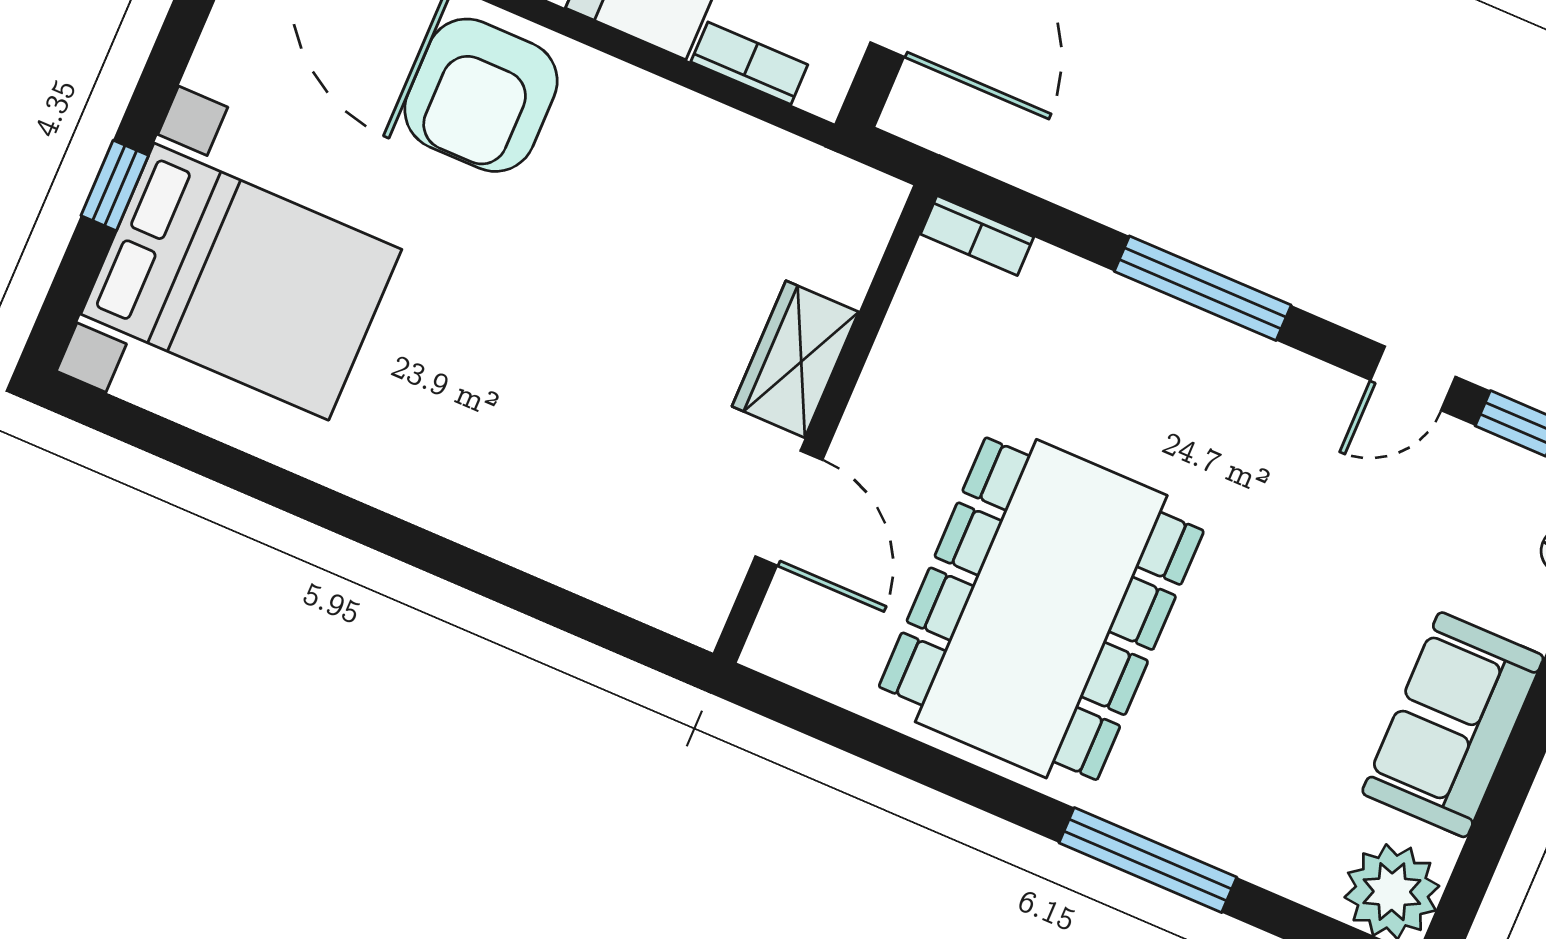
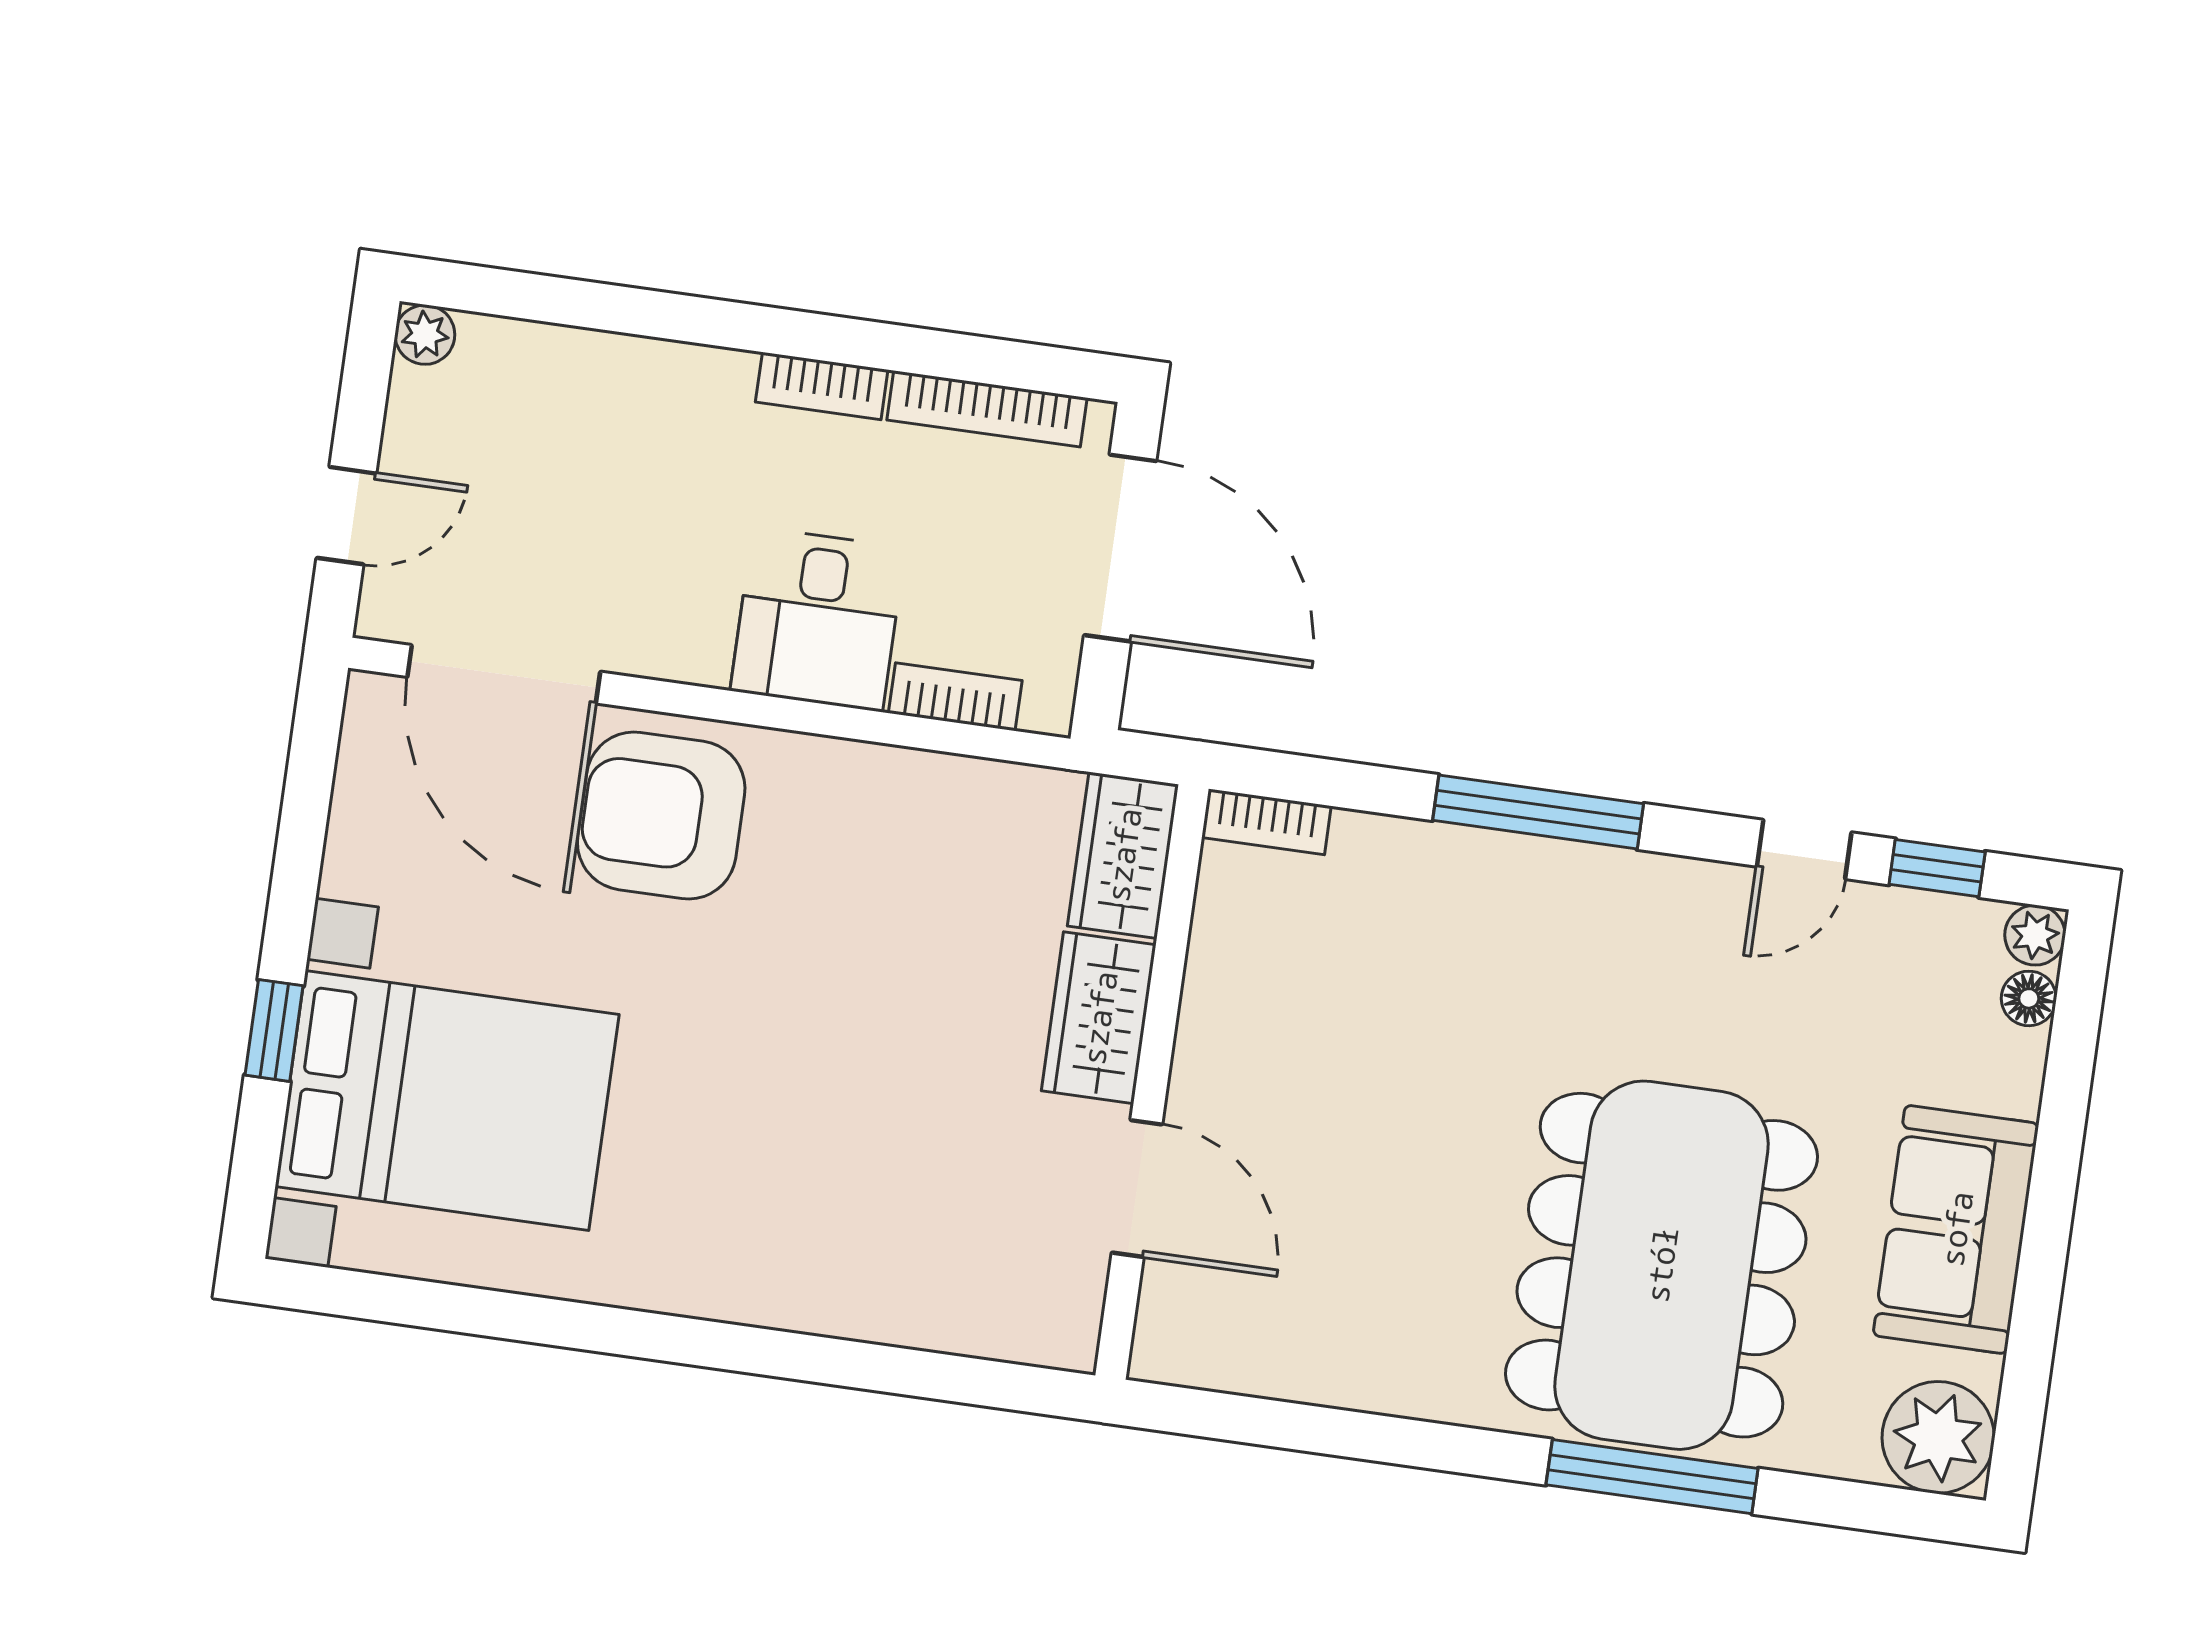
armchair: (481, 95) -> (661, 815), turned 90
wardrobe: (852, 231) -> (1123, 855), added
dining table: (1041, 609) -> (1661, 1265), moved

